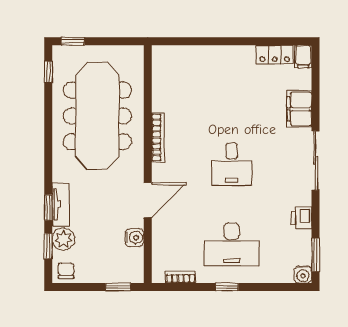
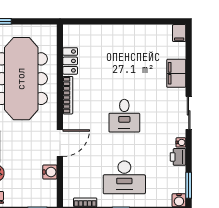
locker: (275, 55) -> (70, 61), moved, turned -90
sliding door: (315, 161) -> (189, 113), width x0.73
water cooler: (305, 199) -> (181, 142), added

